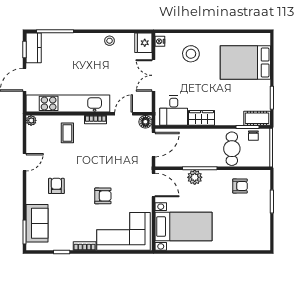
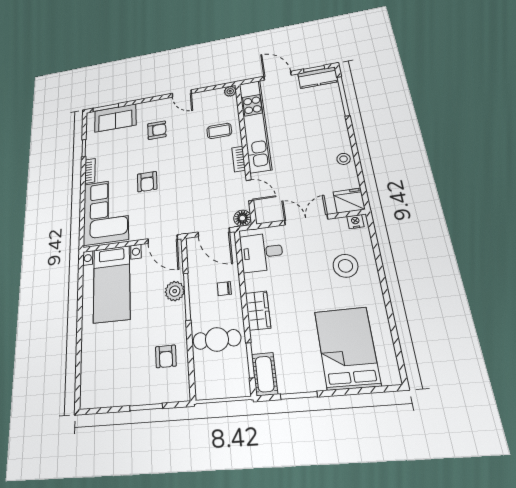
wardrobe: (201, 118) -> (258, 311), moved
chair: (253, 136) -> (224, 289), moved
door: (153, 185) -> (163, 239), hinge flipped

